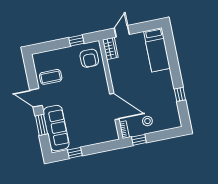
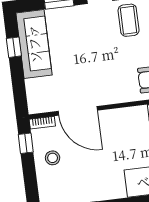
door: (114, 106) -> (78, 111), hinge flipped
sofa: (56, 128) -> (34, 44), moved, turned -90

